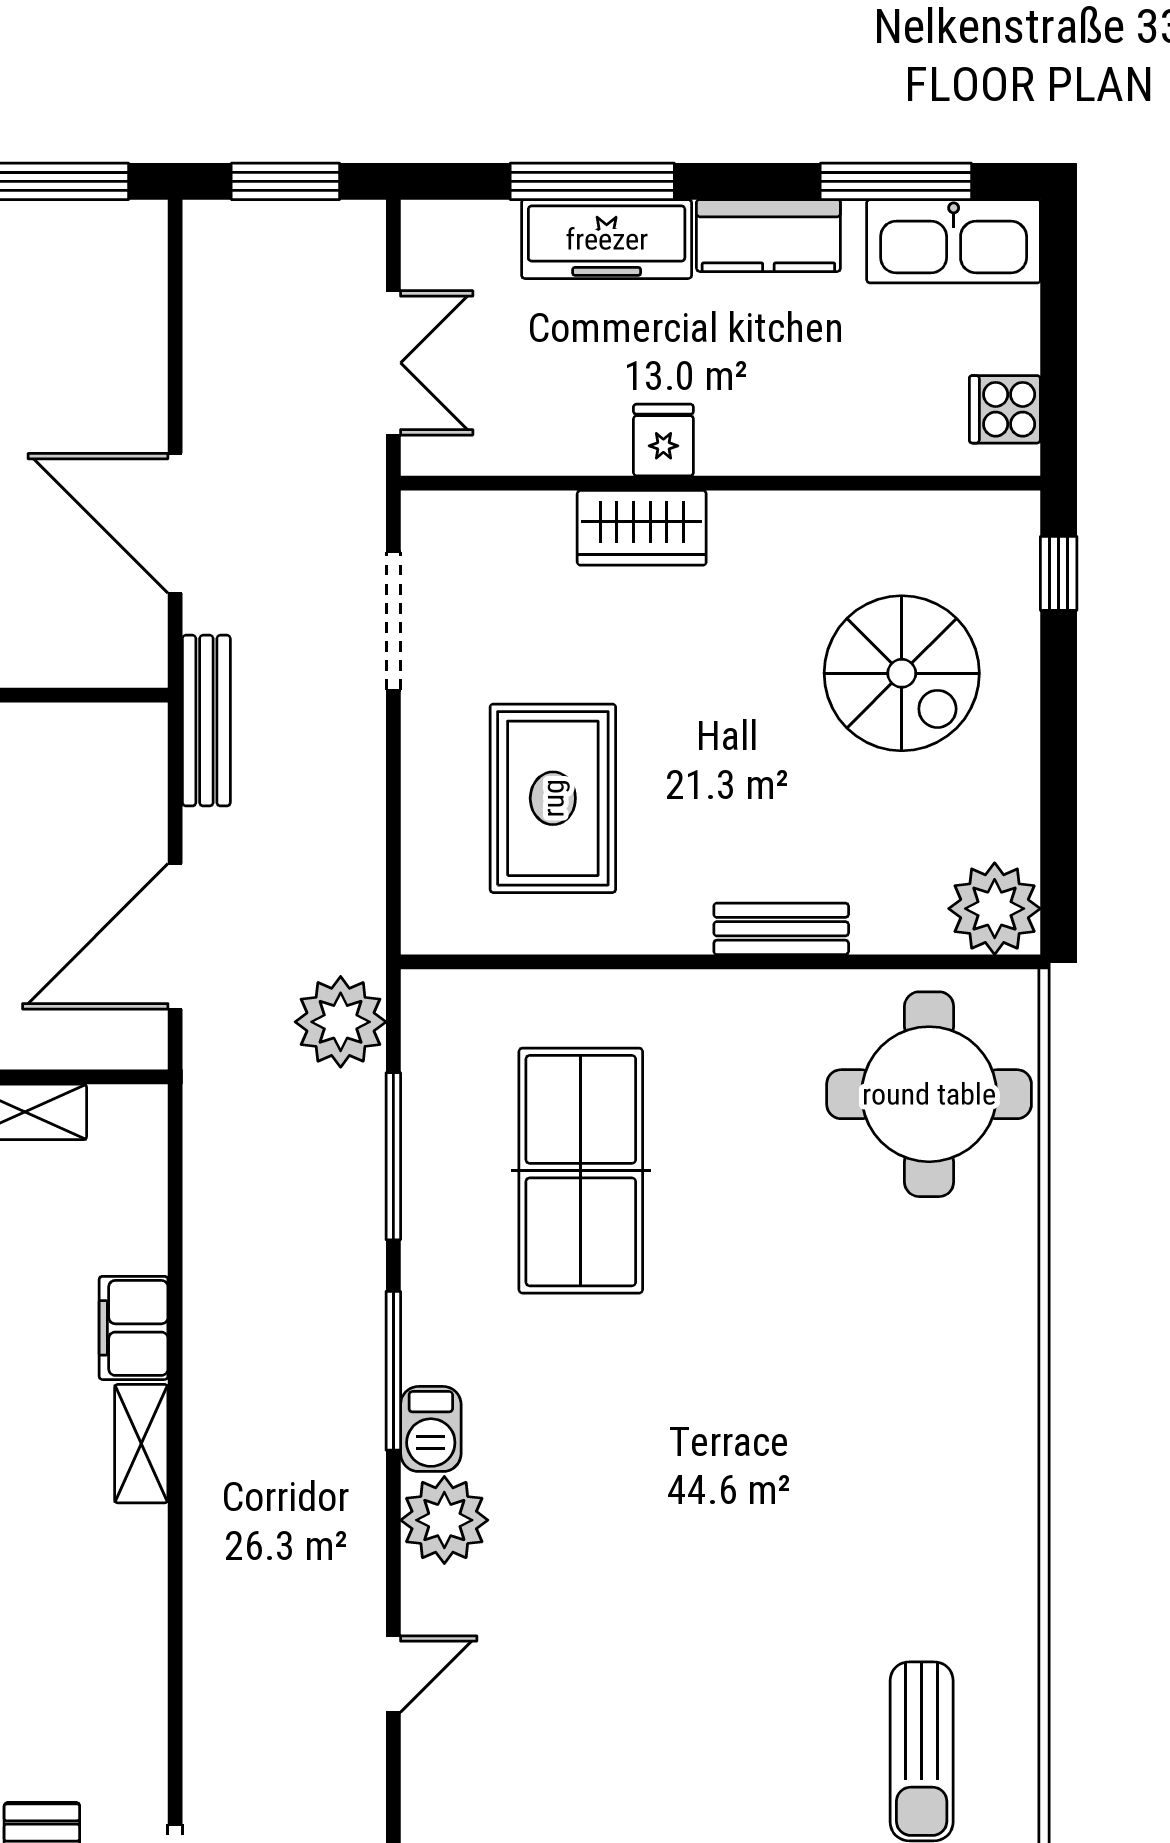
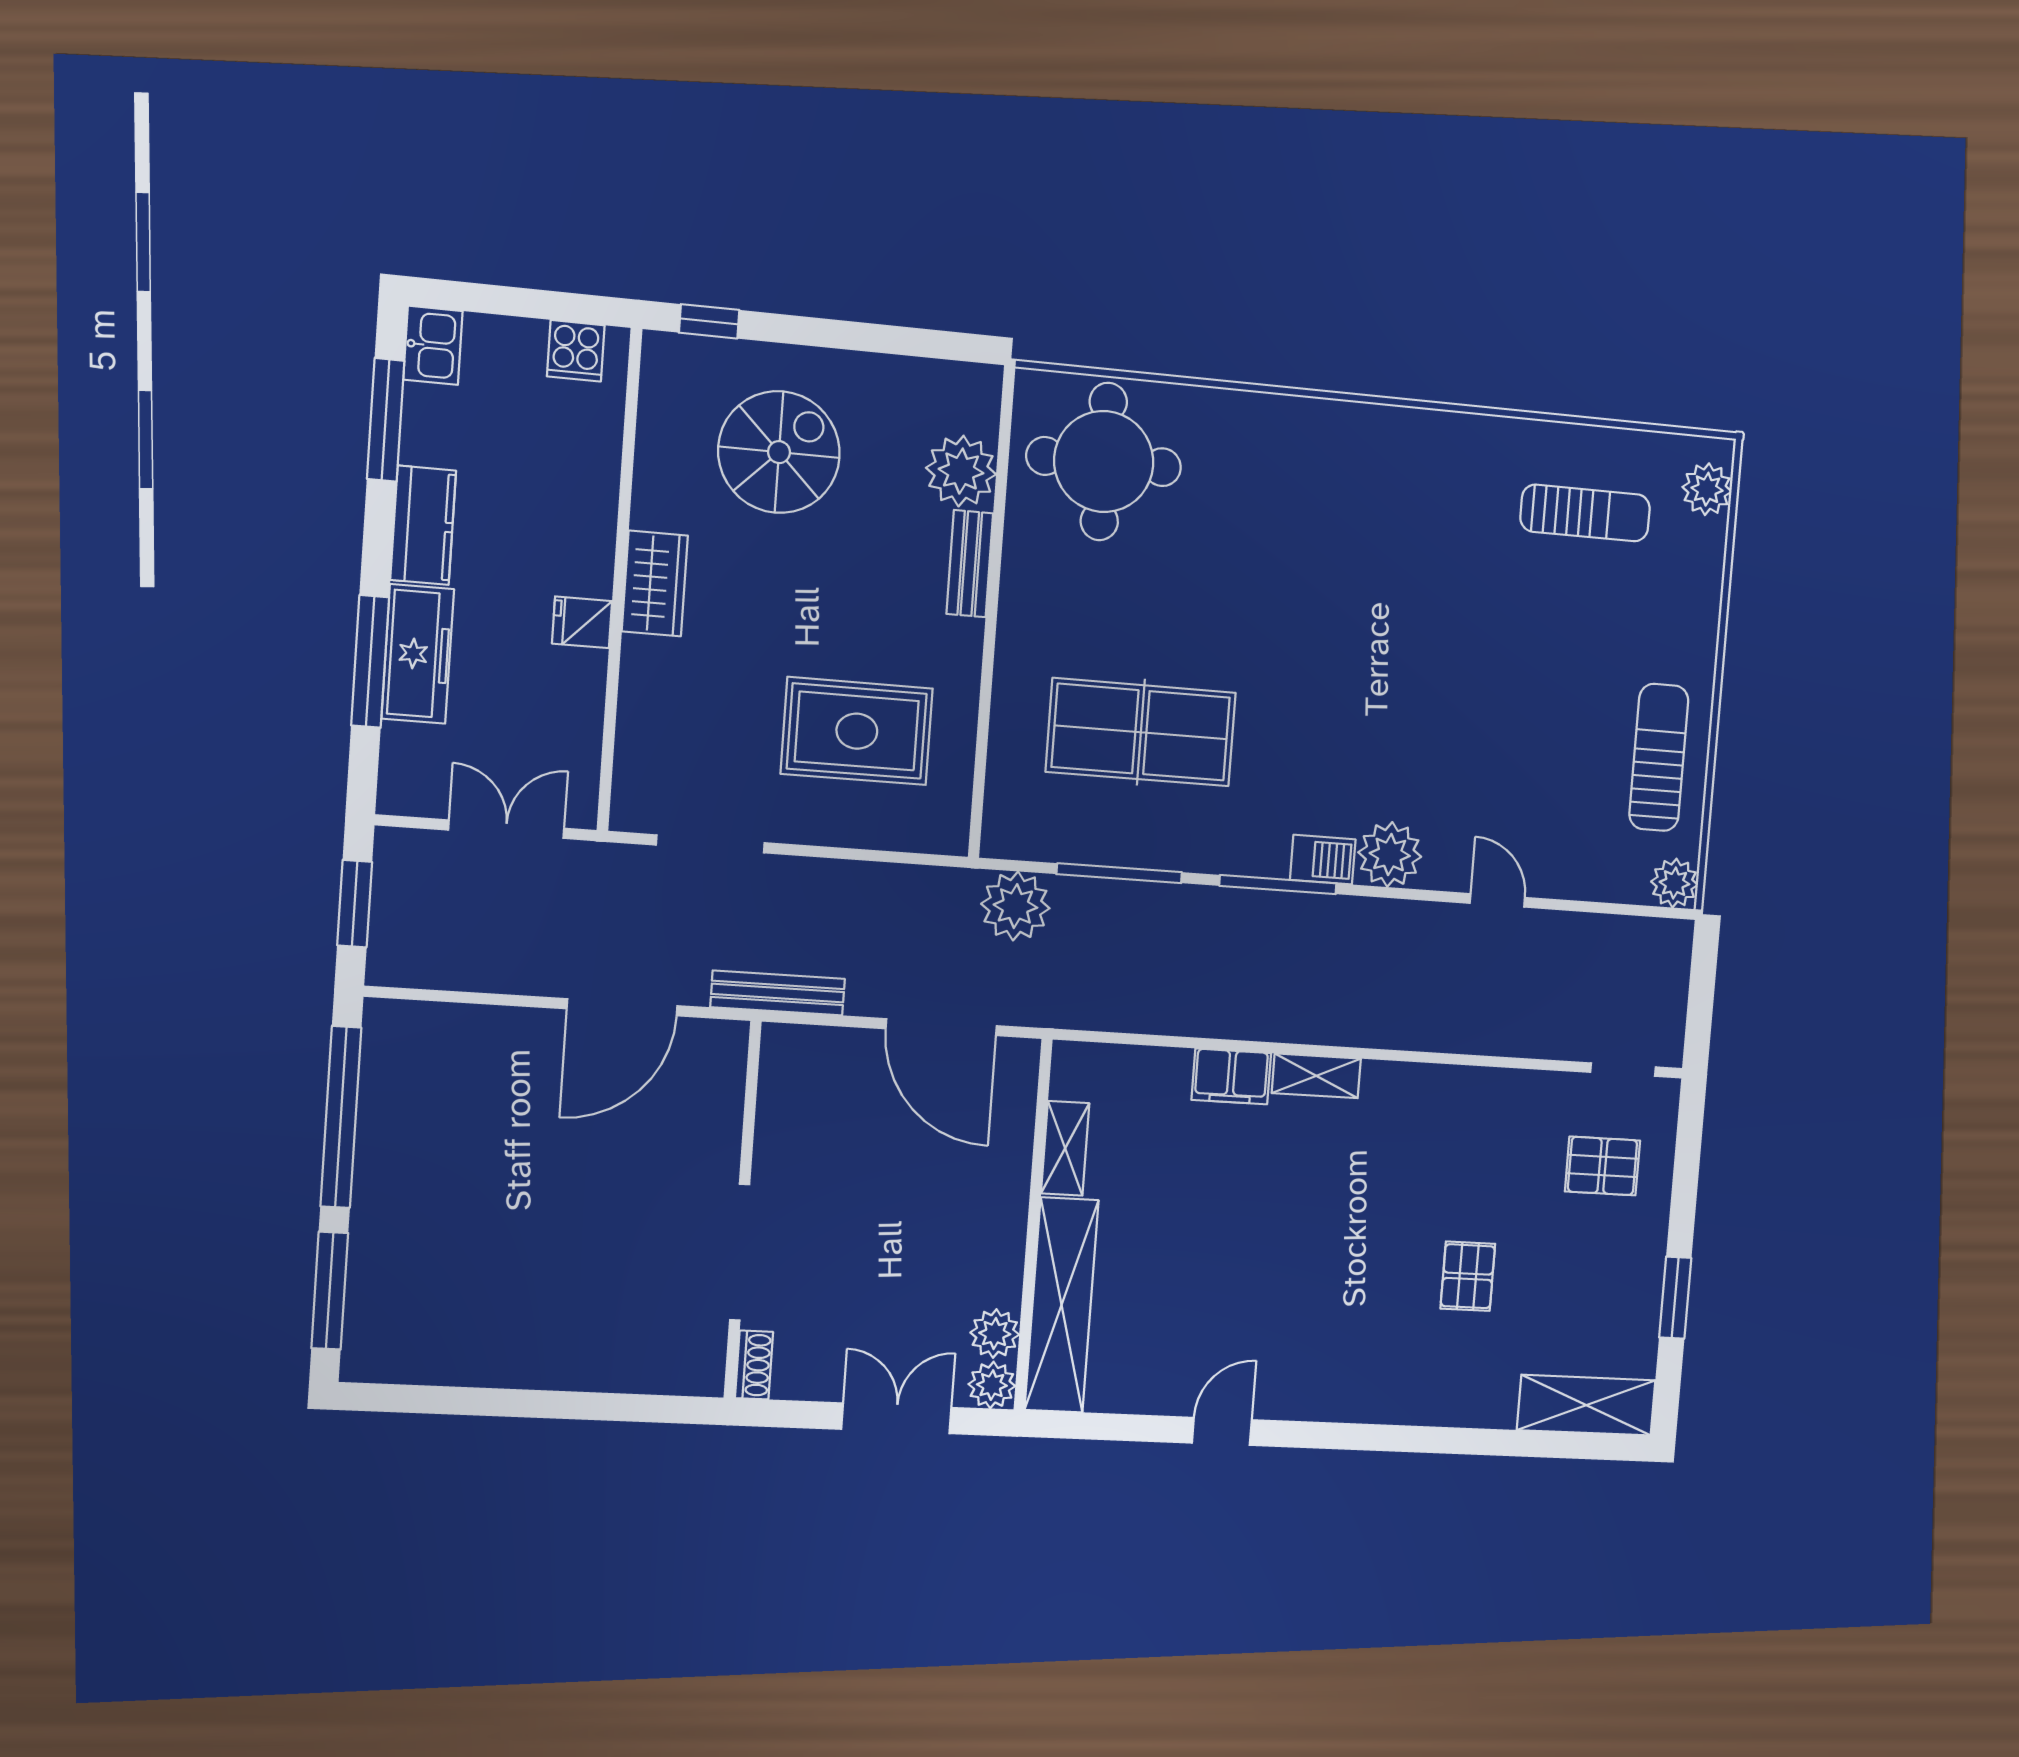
kitchen sink: (954, 241) -> (433, 345), width x0.53, depth x0.81
wardrobe: (642, 528) -> (655, 583), moved
plant: (995, 909) -> (961, 471), moved

